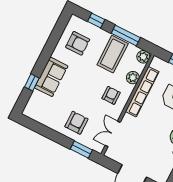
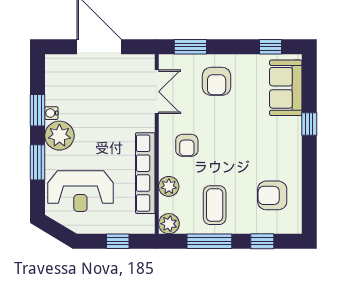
coffee table: (113, 54) -> (215, 205), width x0.73, depth x0.76
sofa: (51, 77) -> (286, 88), moved
window: (32, 82) -> (309, 124), moved
window: (37, 127) -> (270, 47), added

